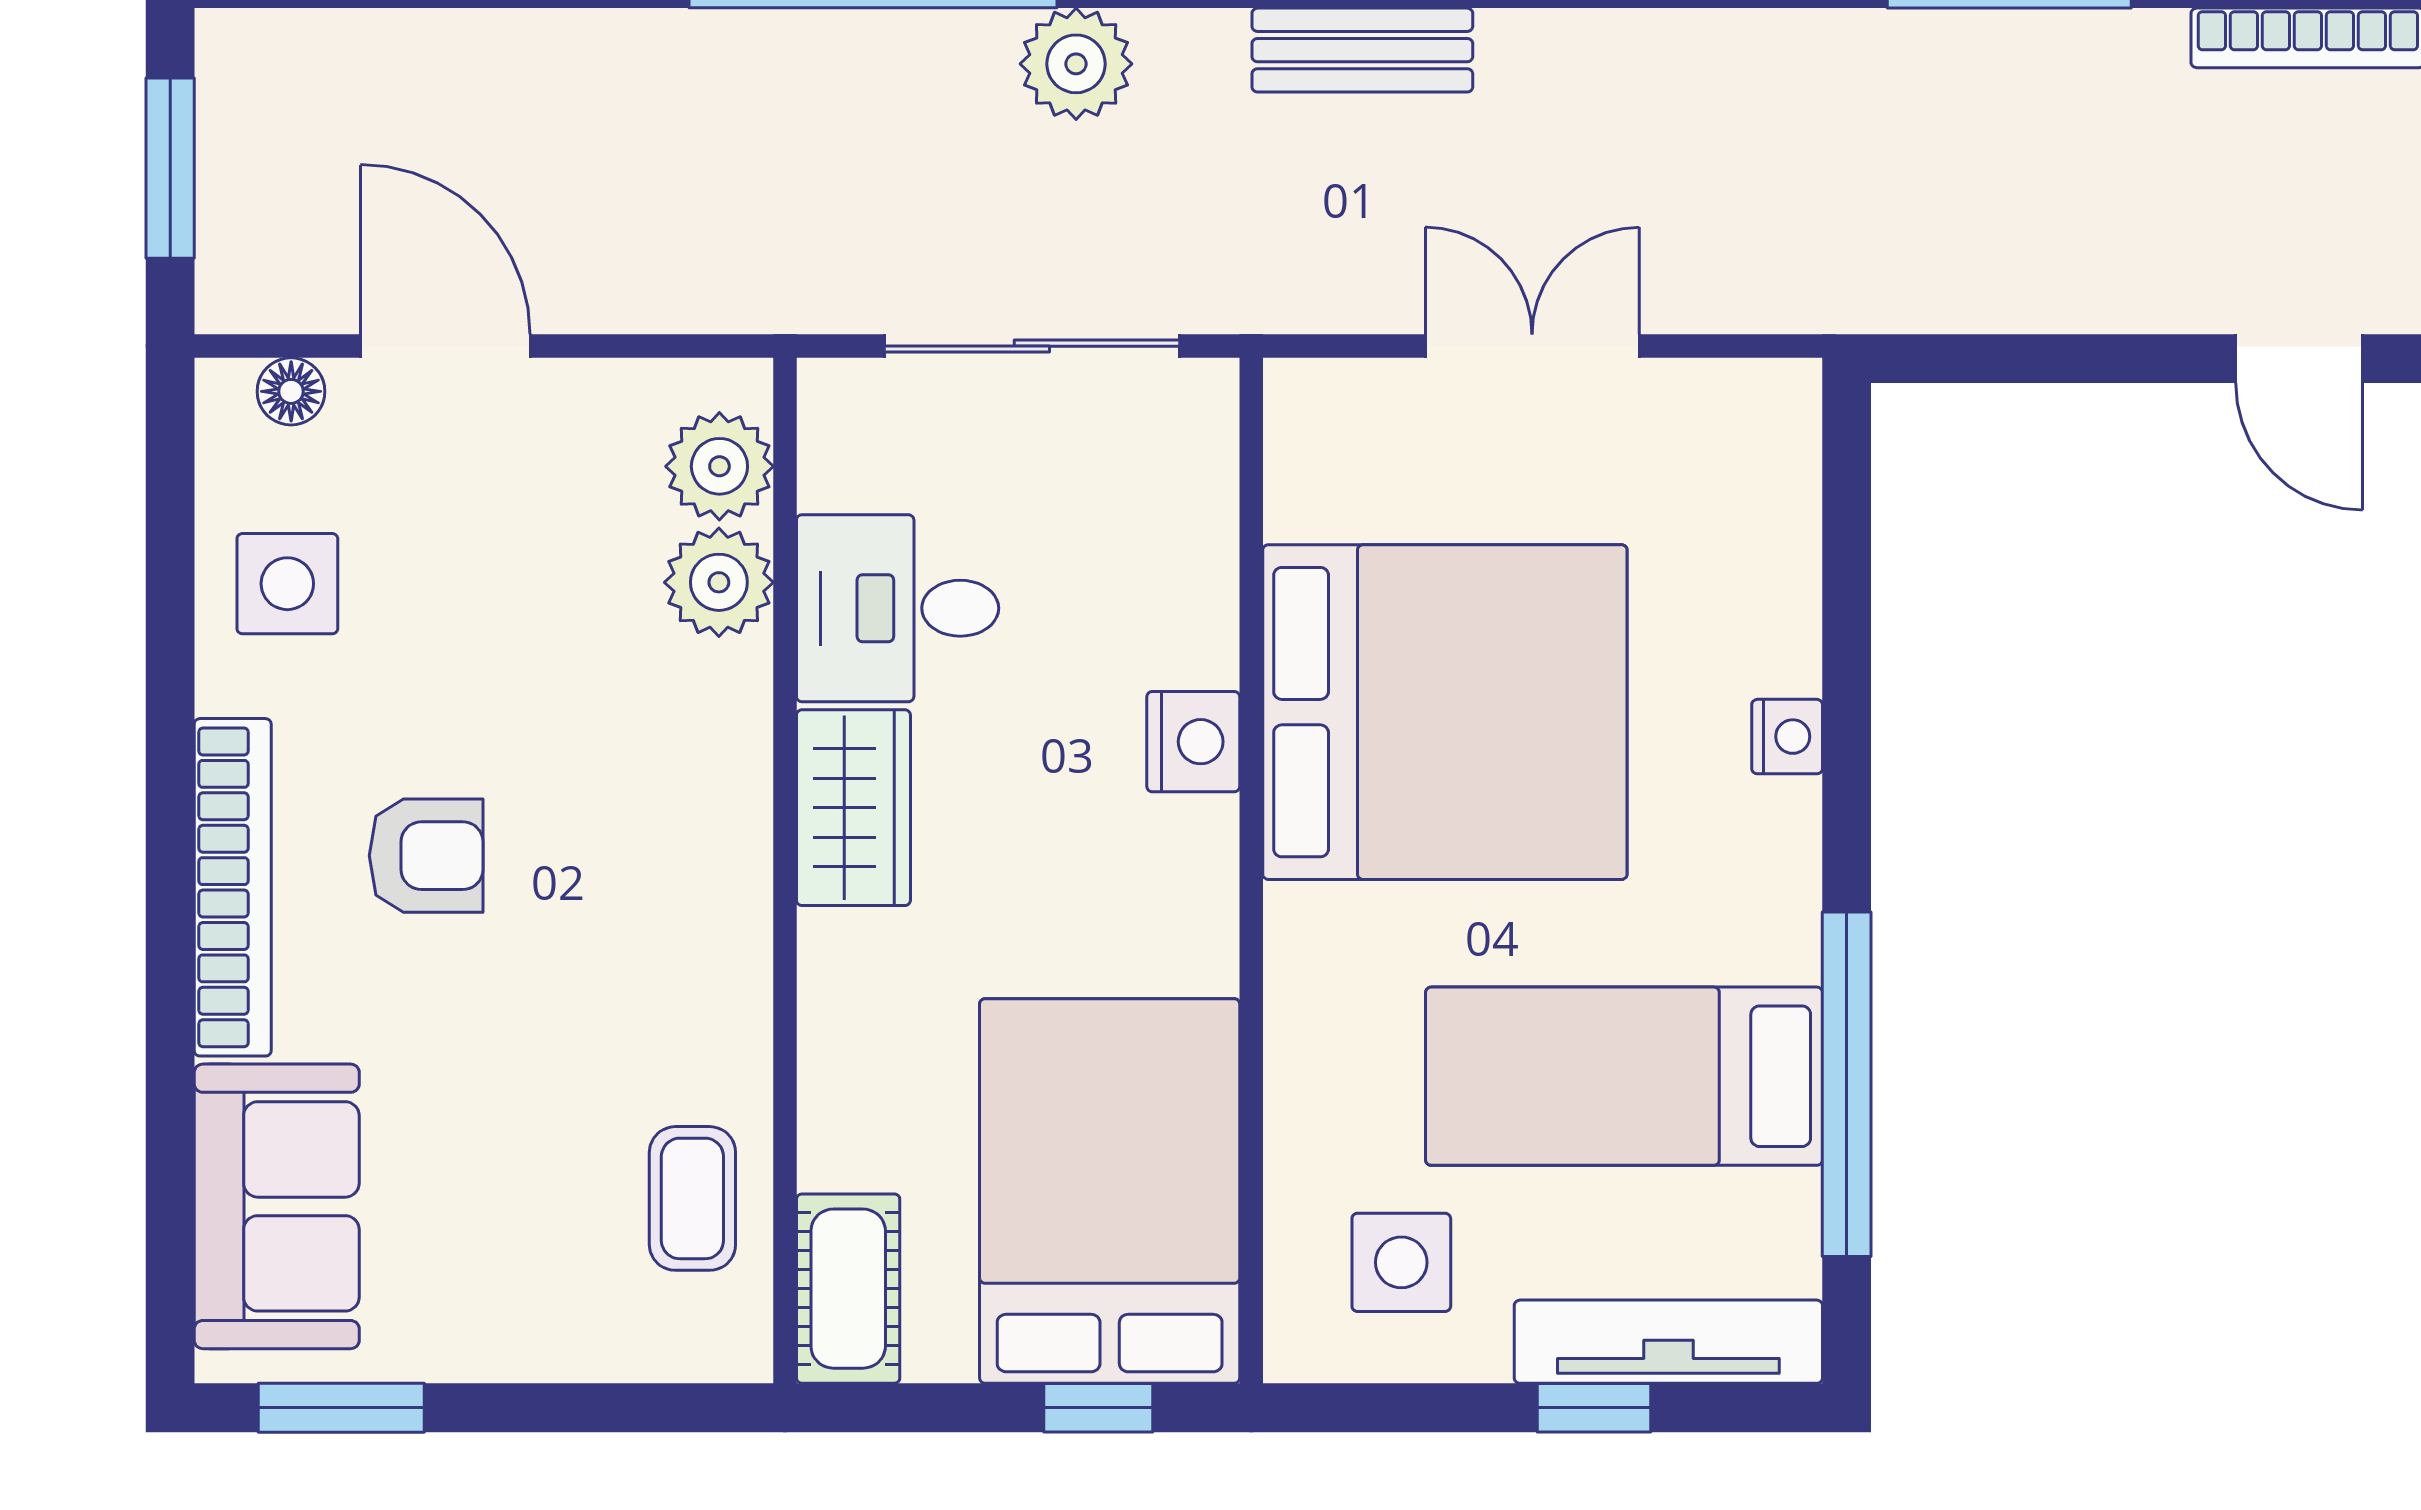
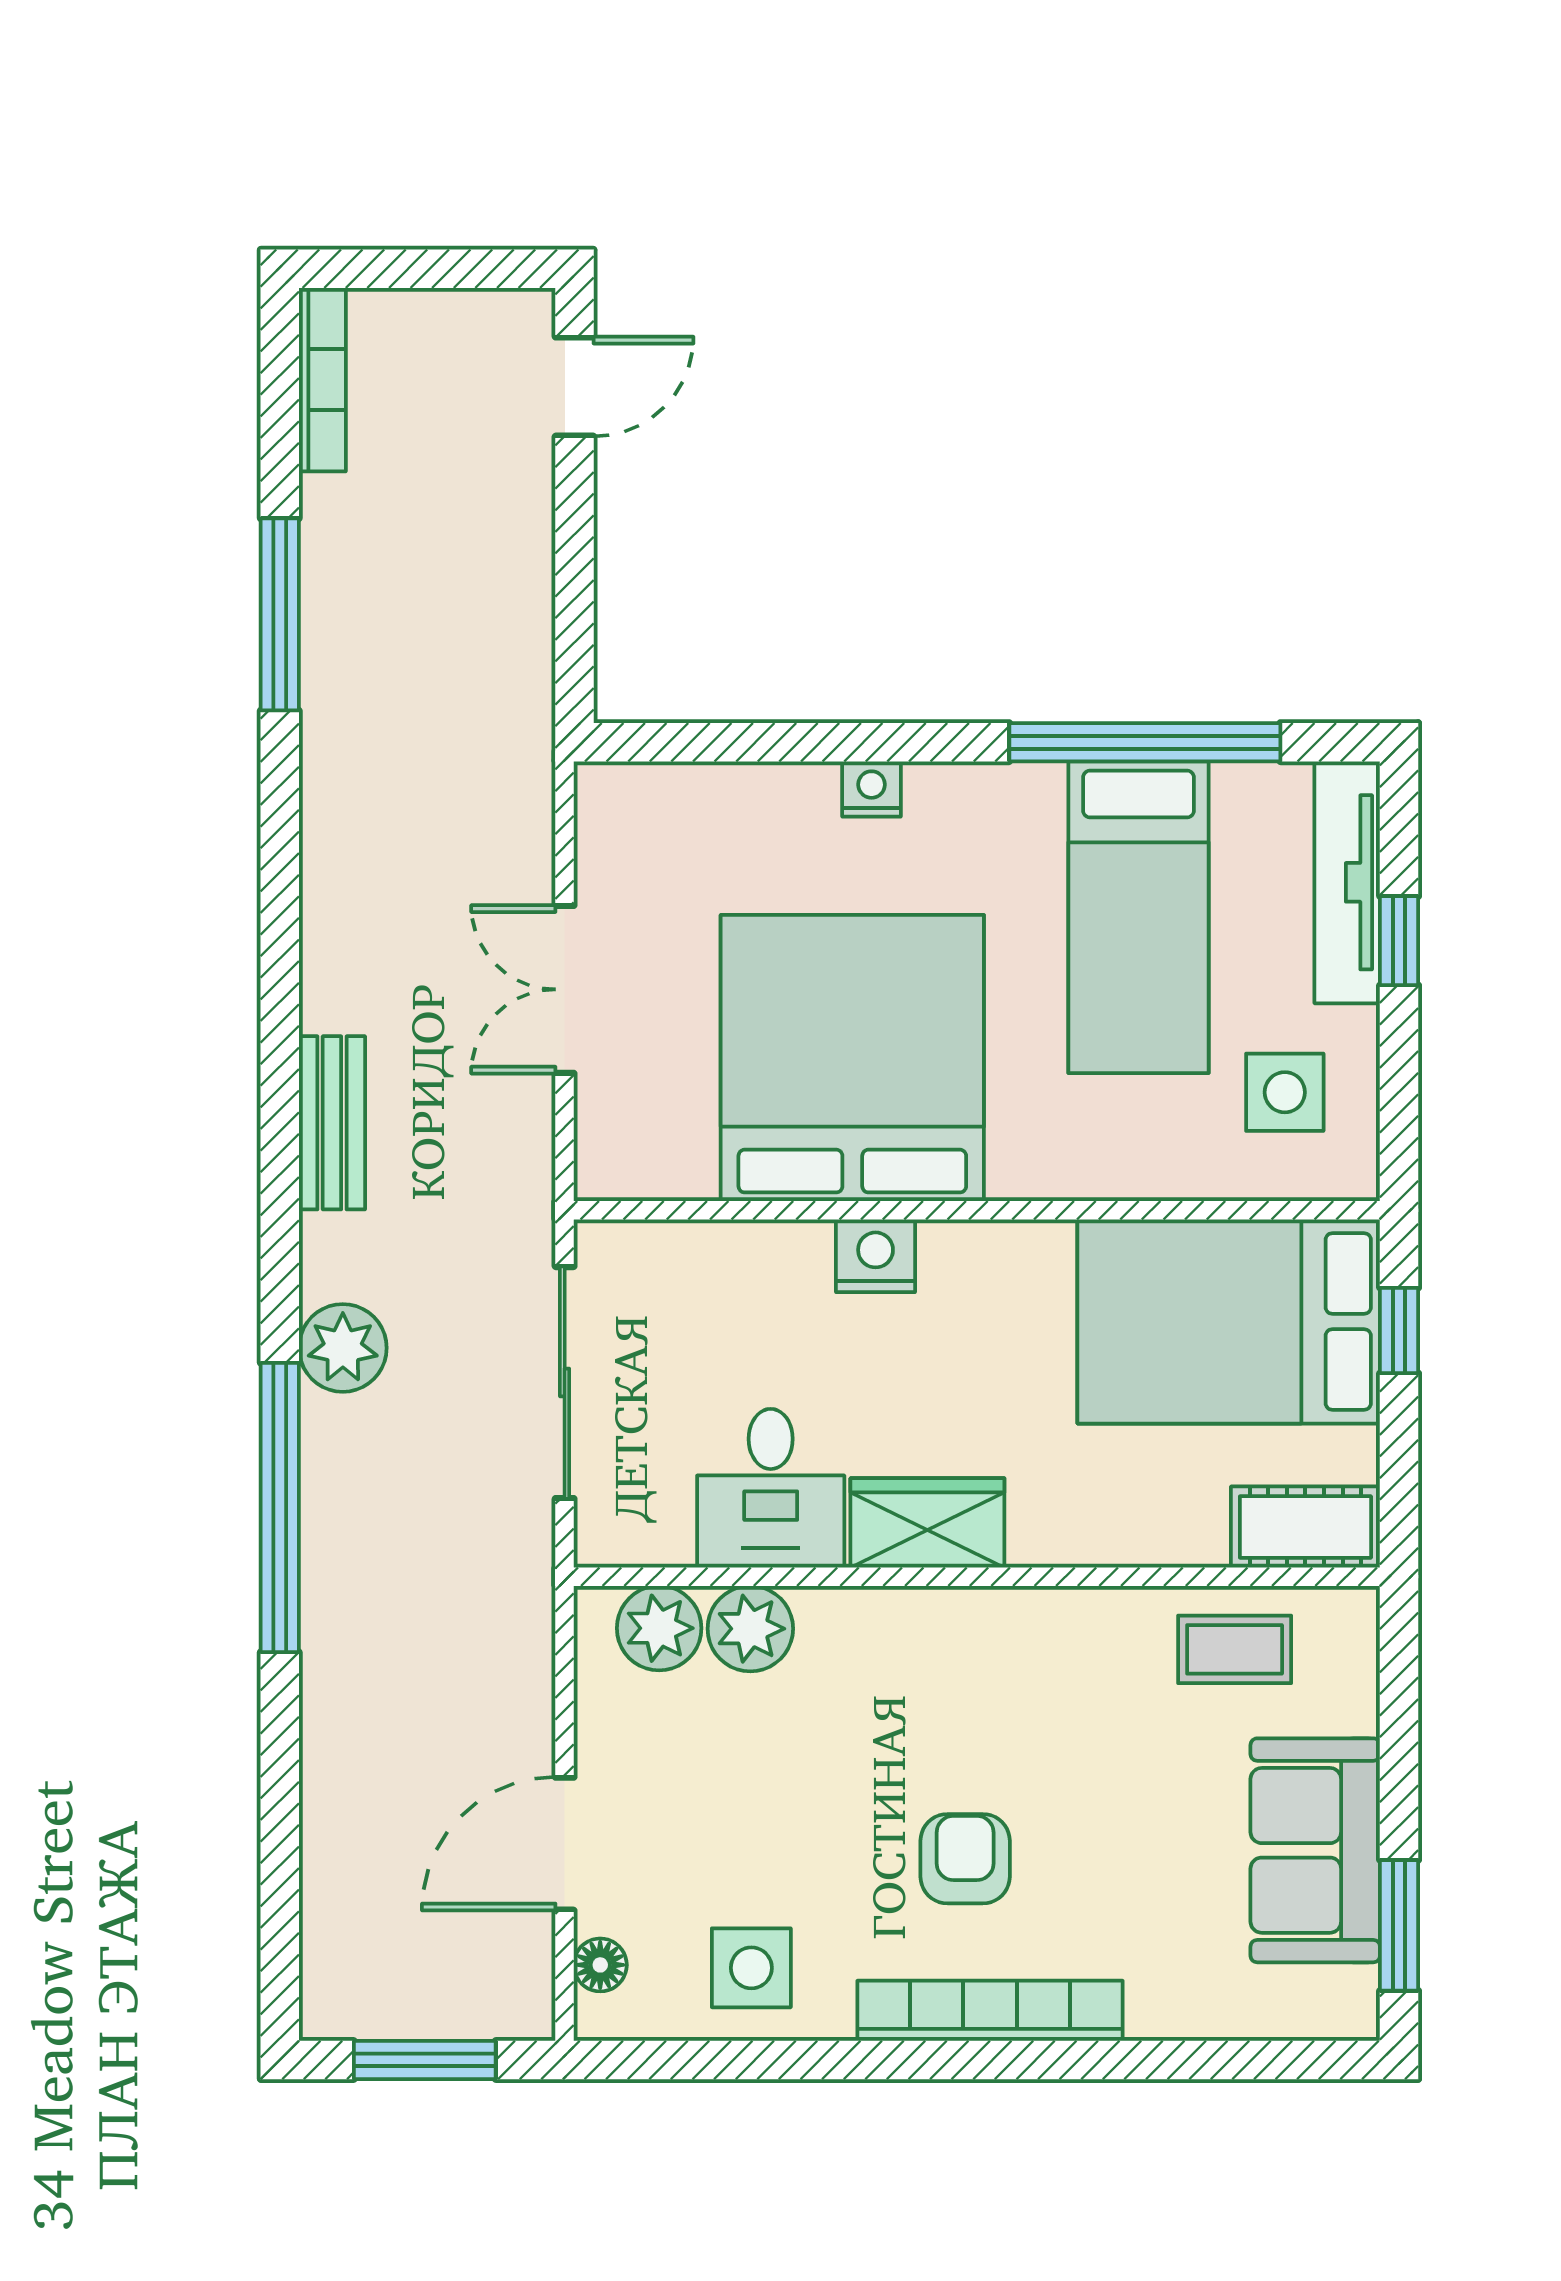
sofa: (277, 1206) -> (1315, 1850), moved, turned -90

